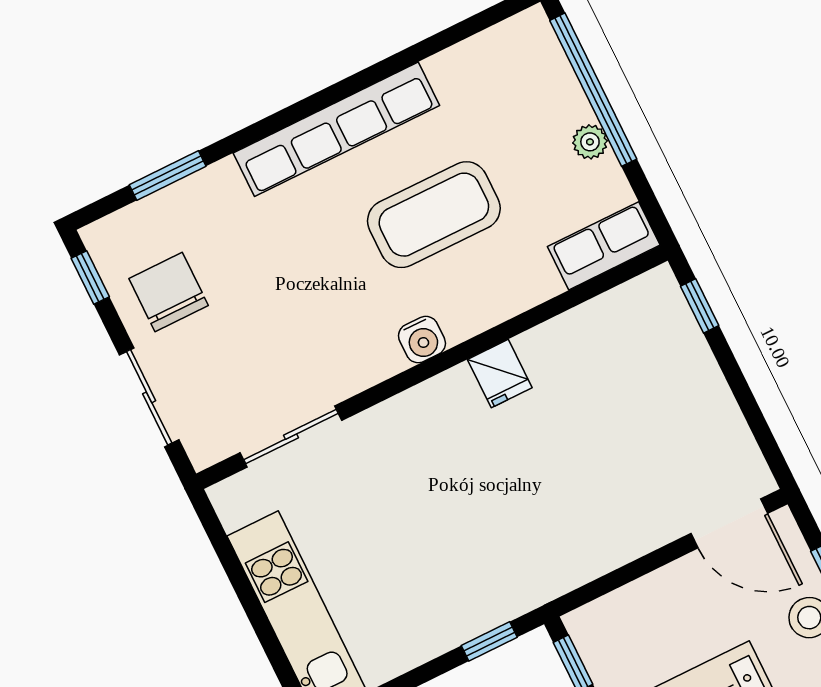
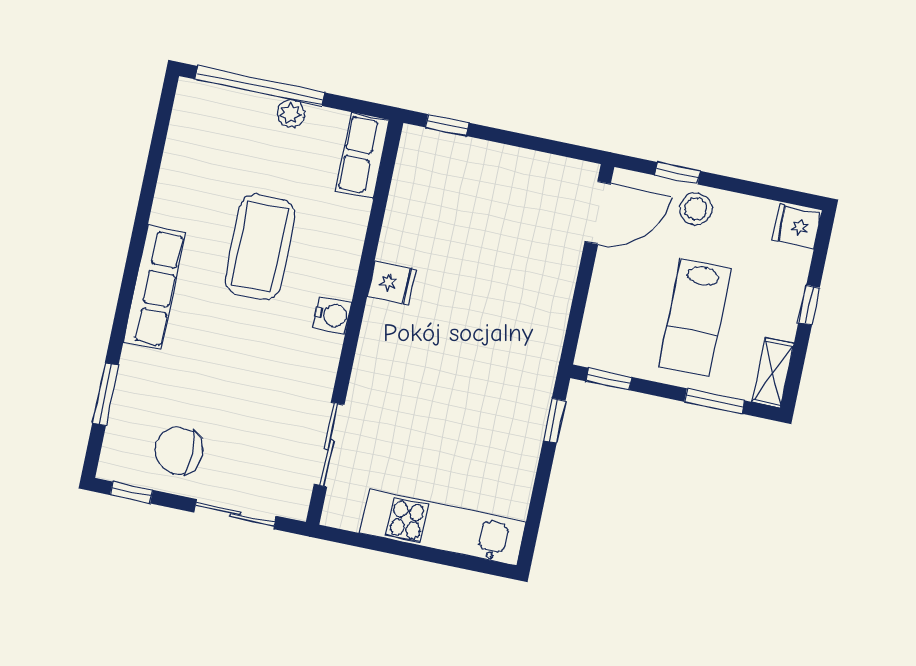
row of seats: (336, 129) -> (155, 287), width x0.73

